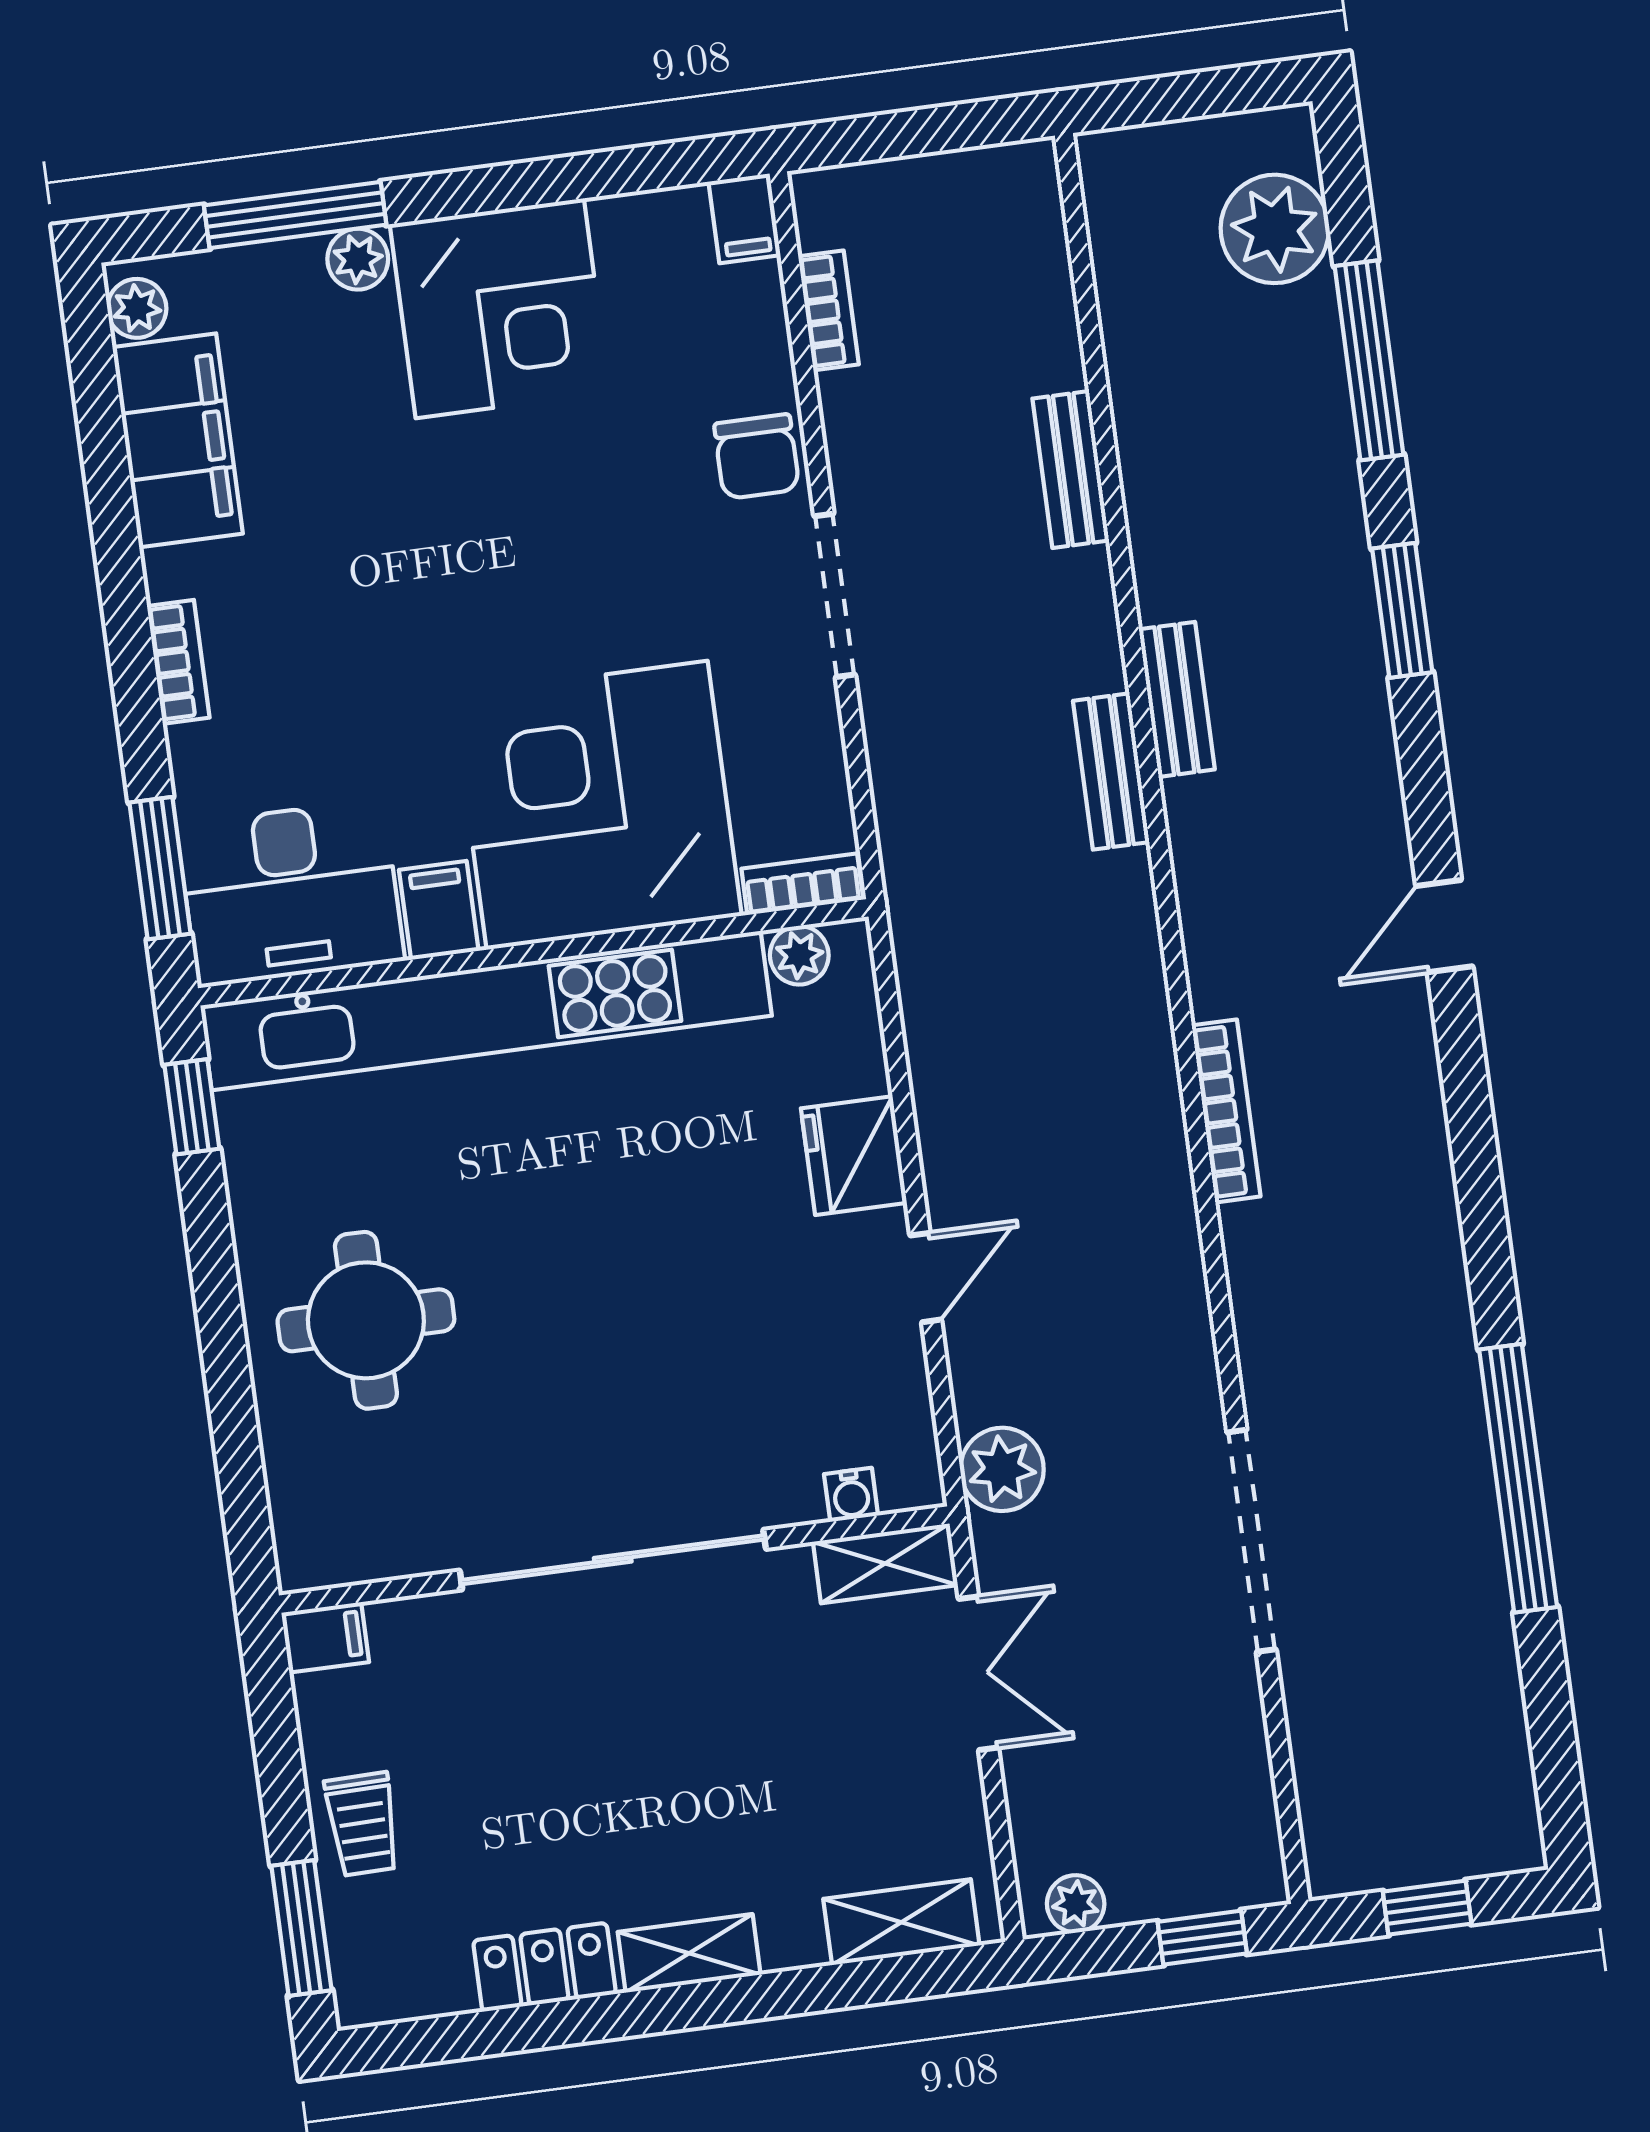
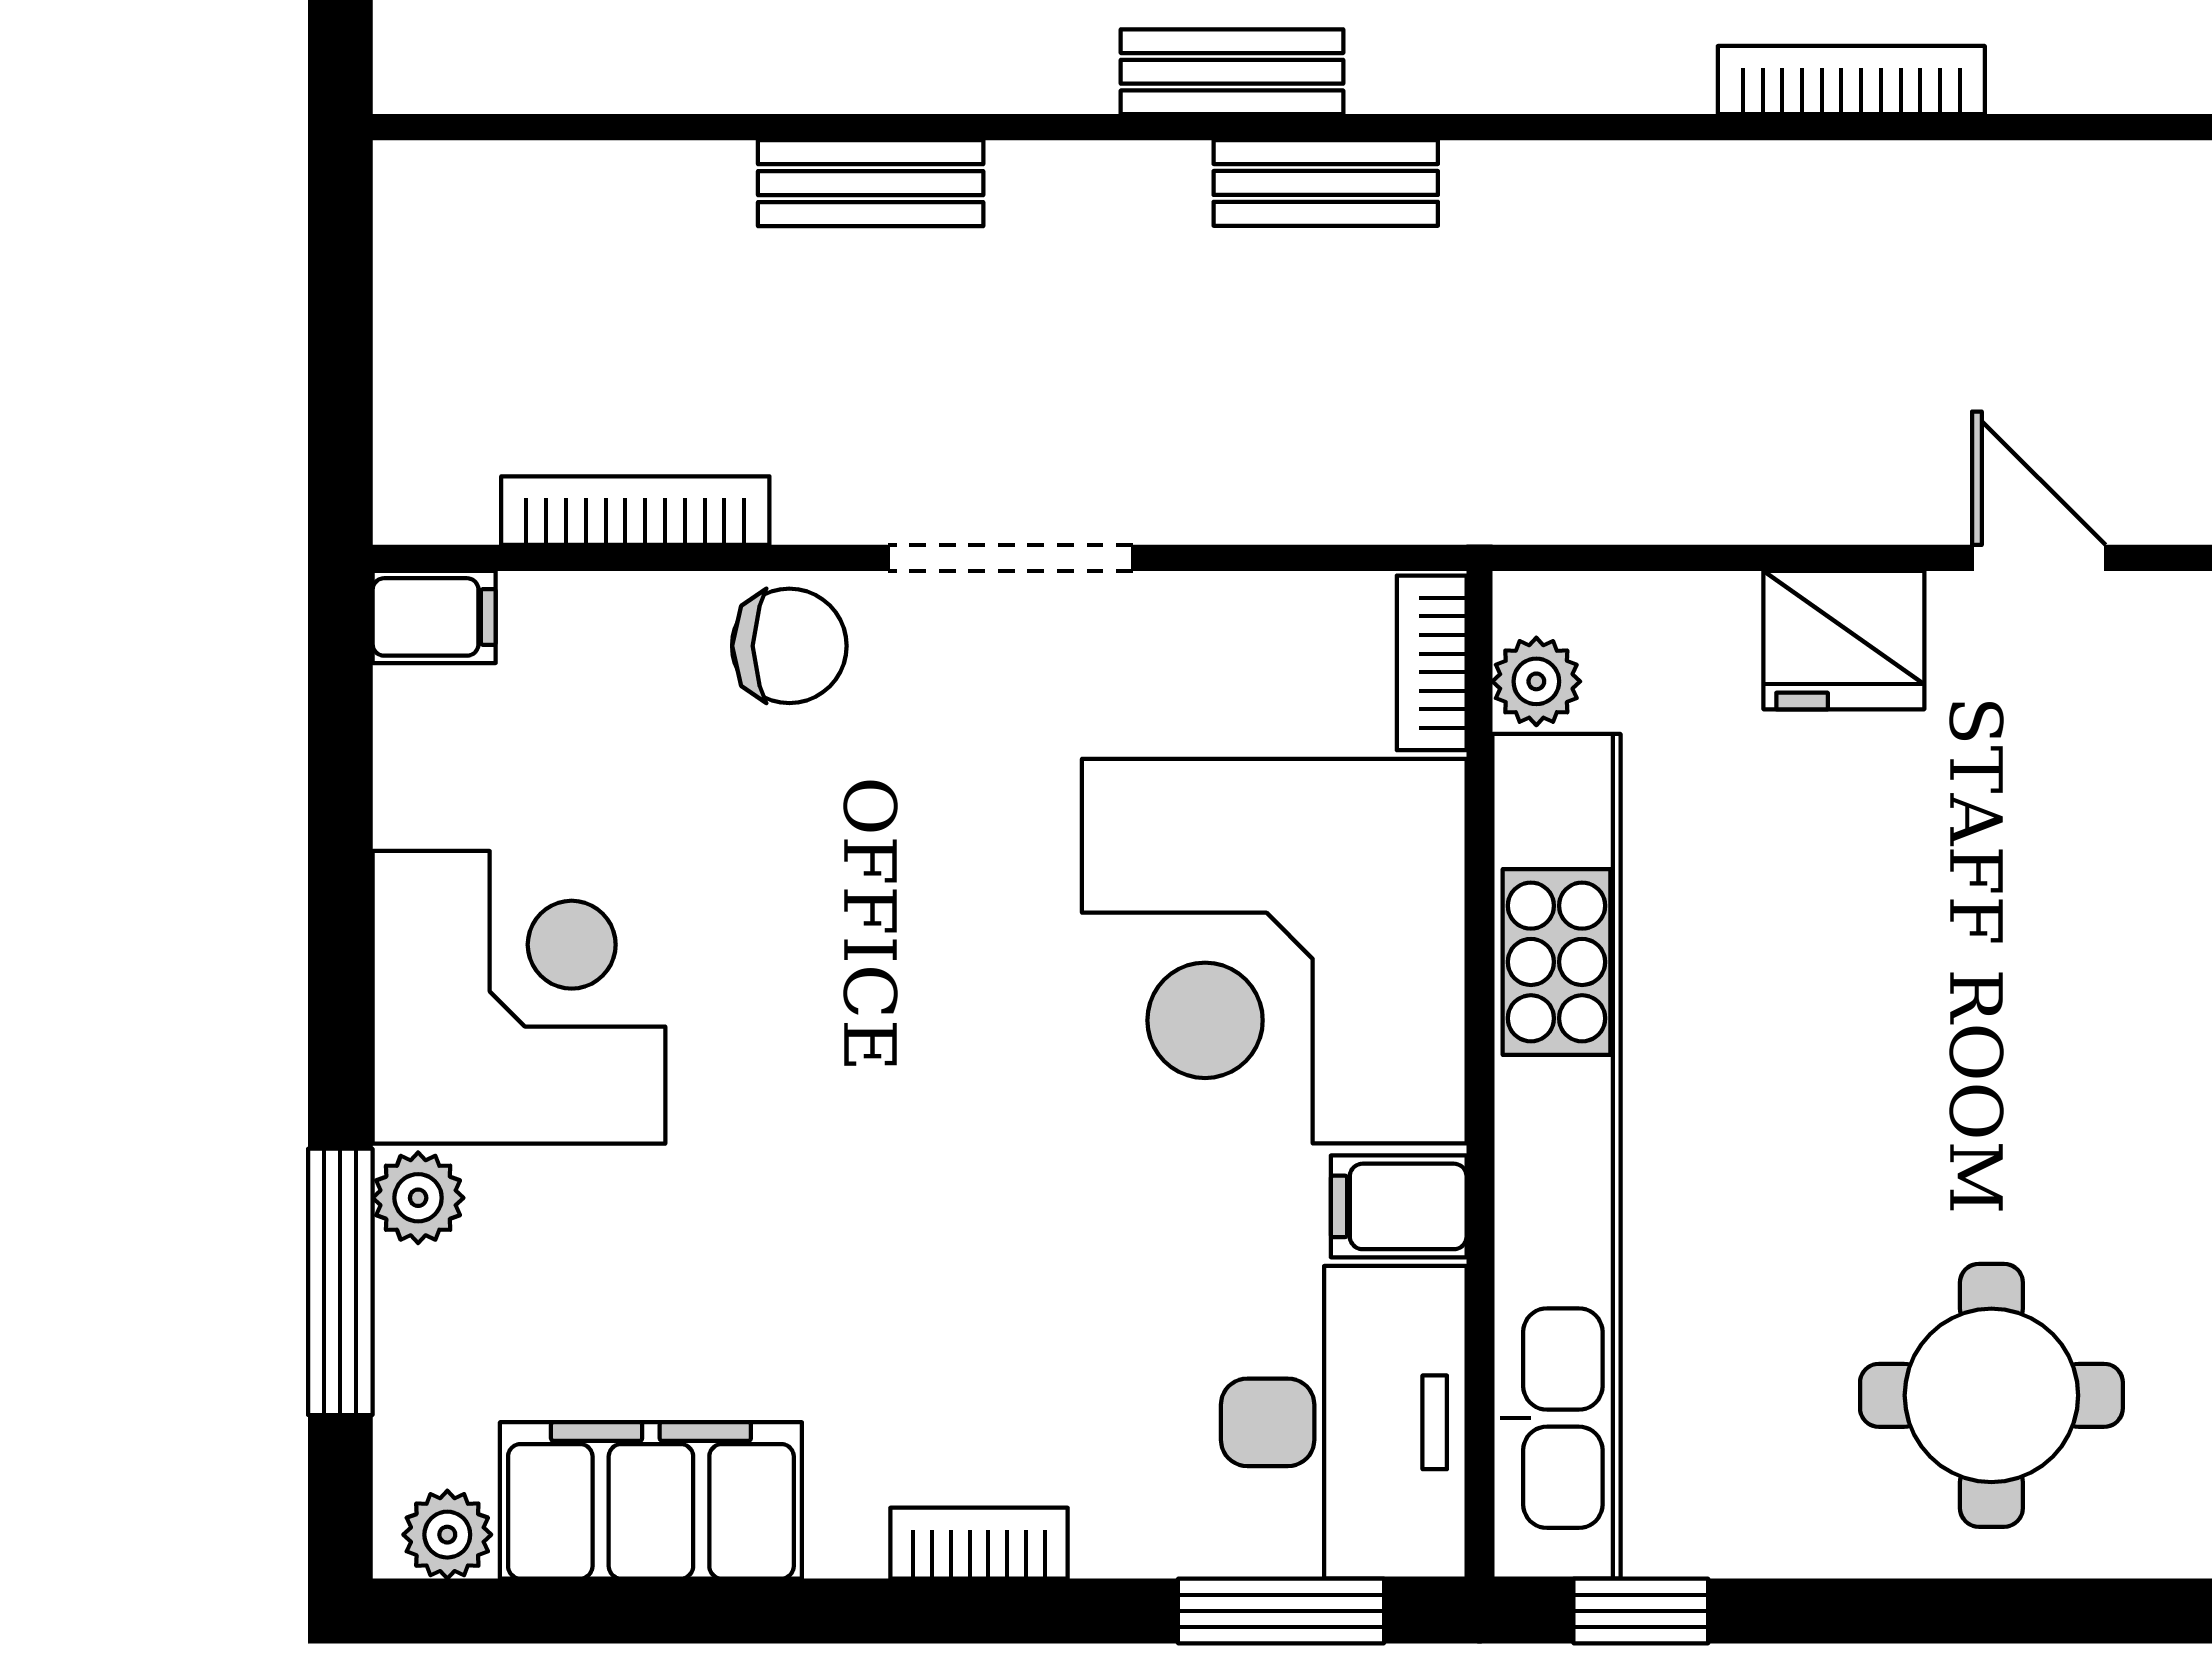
bookcase: (829, 310) -> (635, 511), width x1.56

